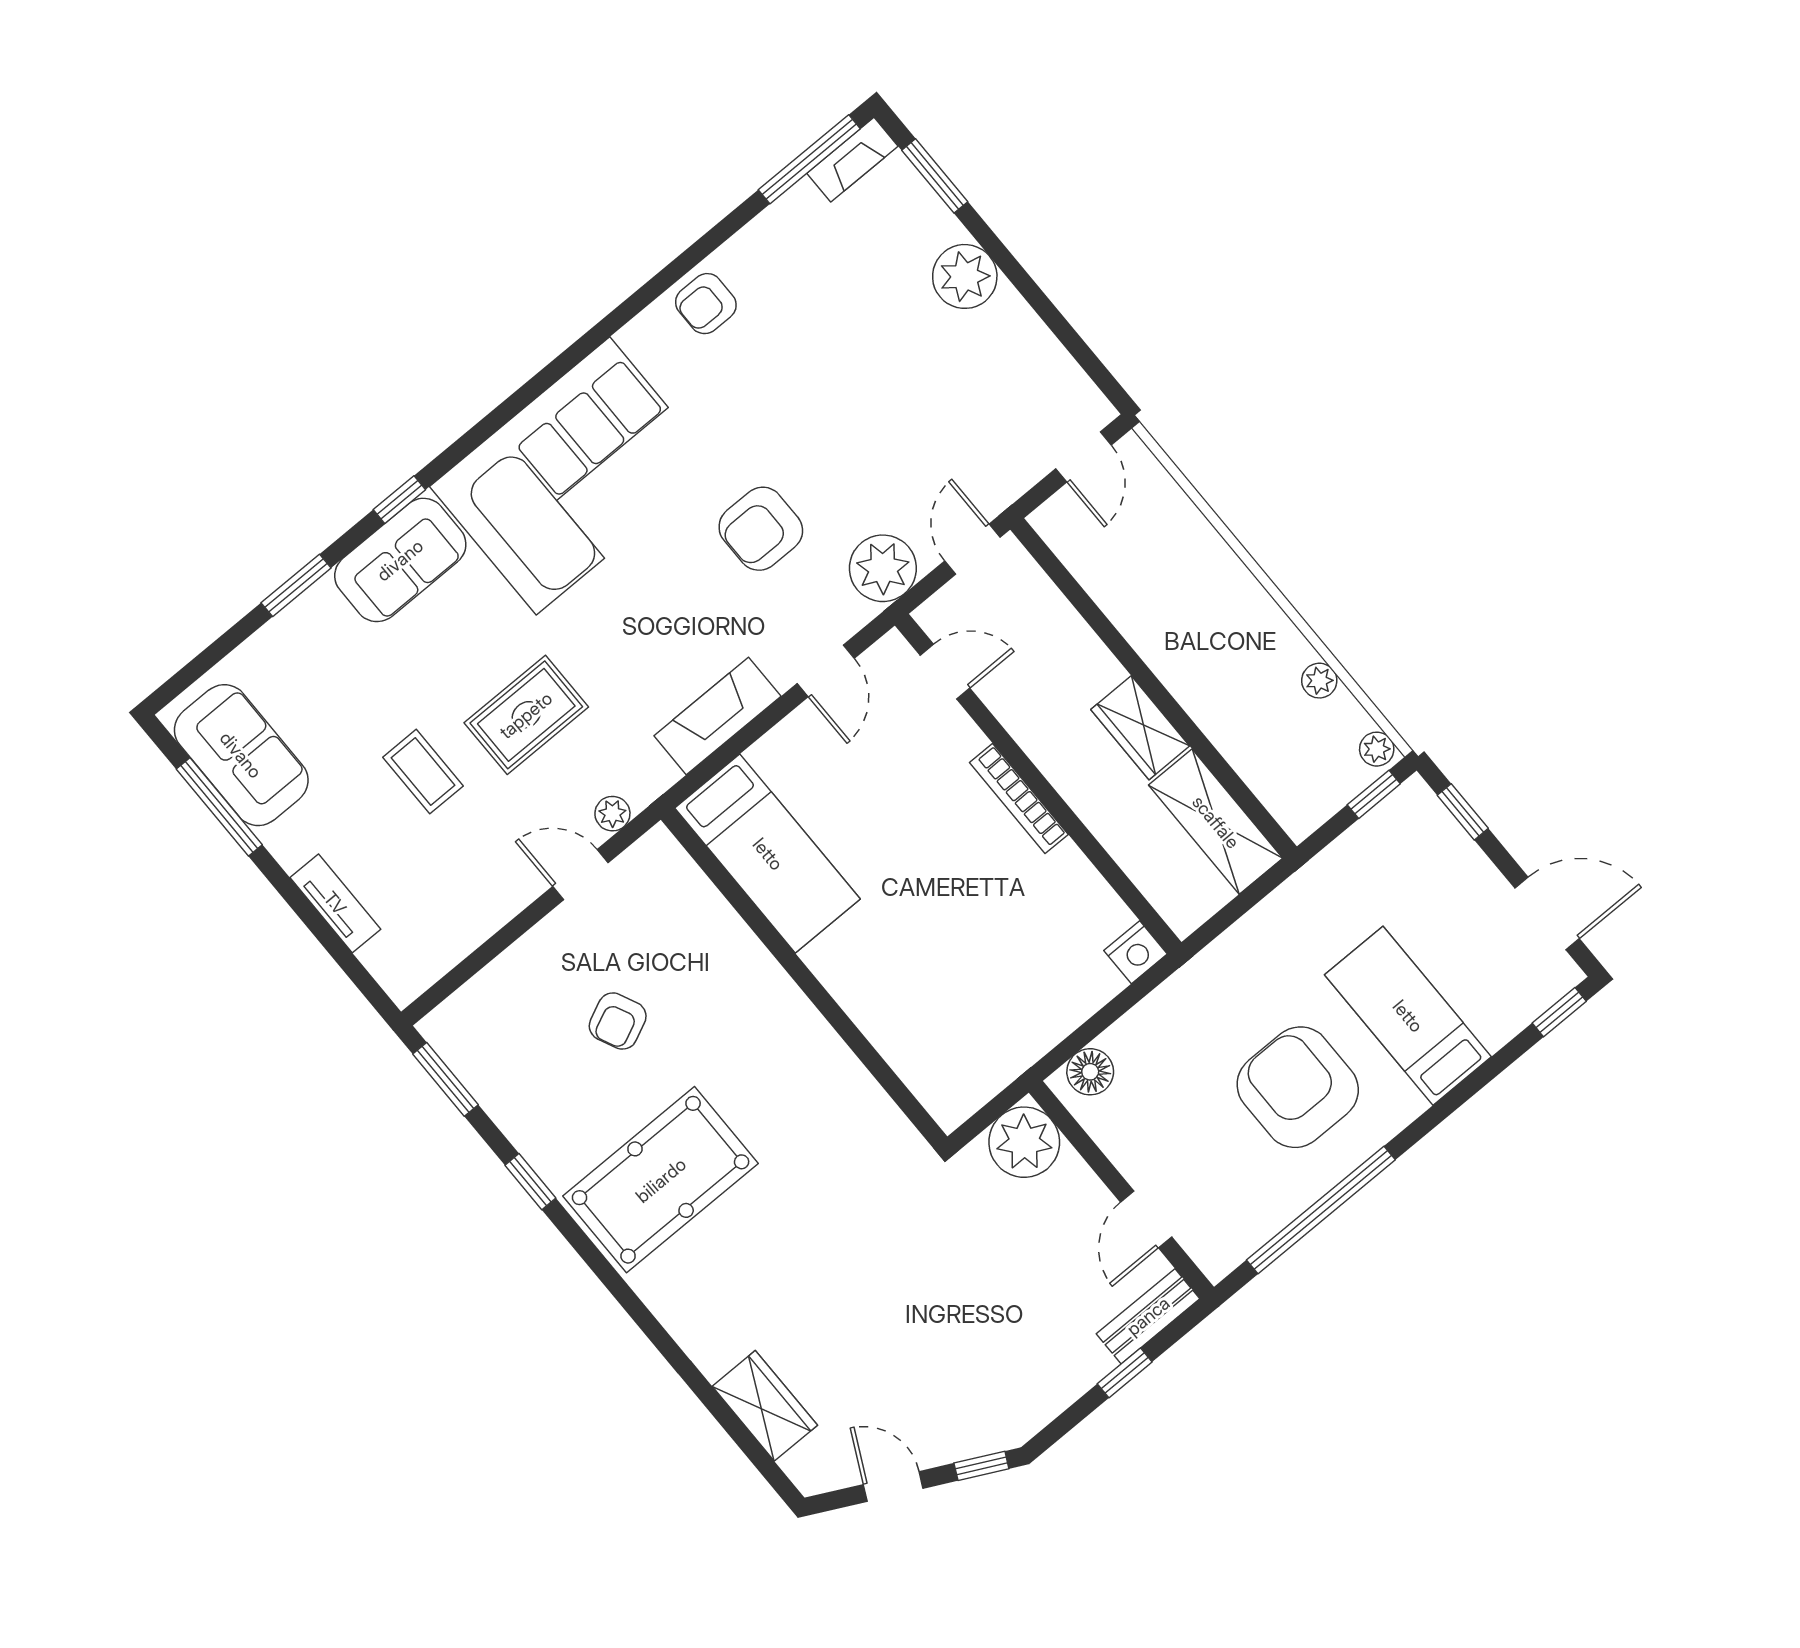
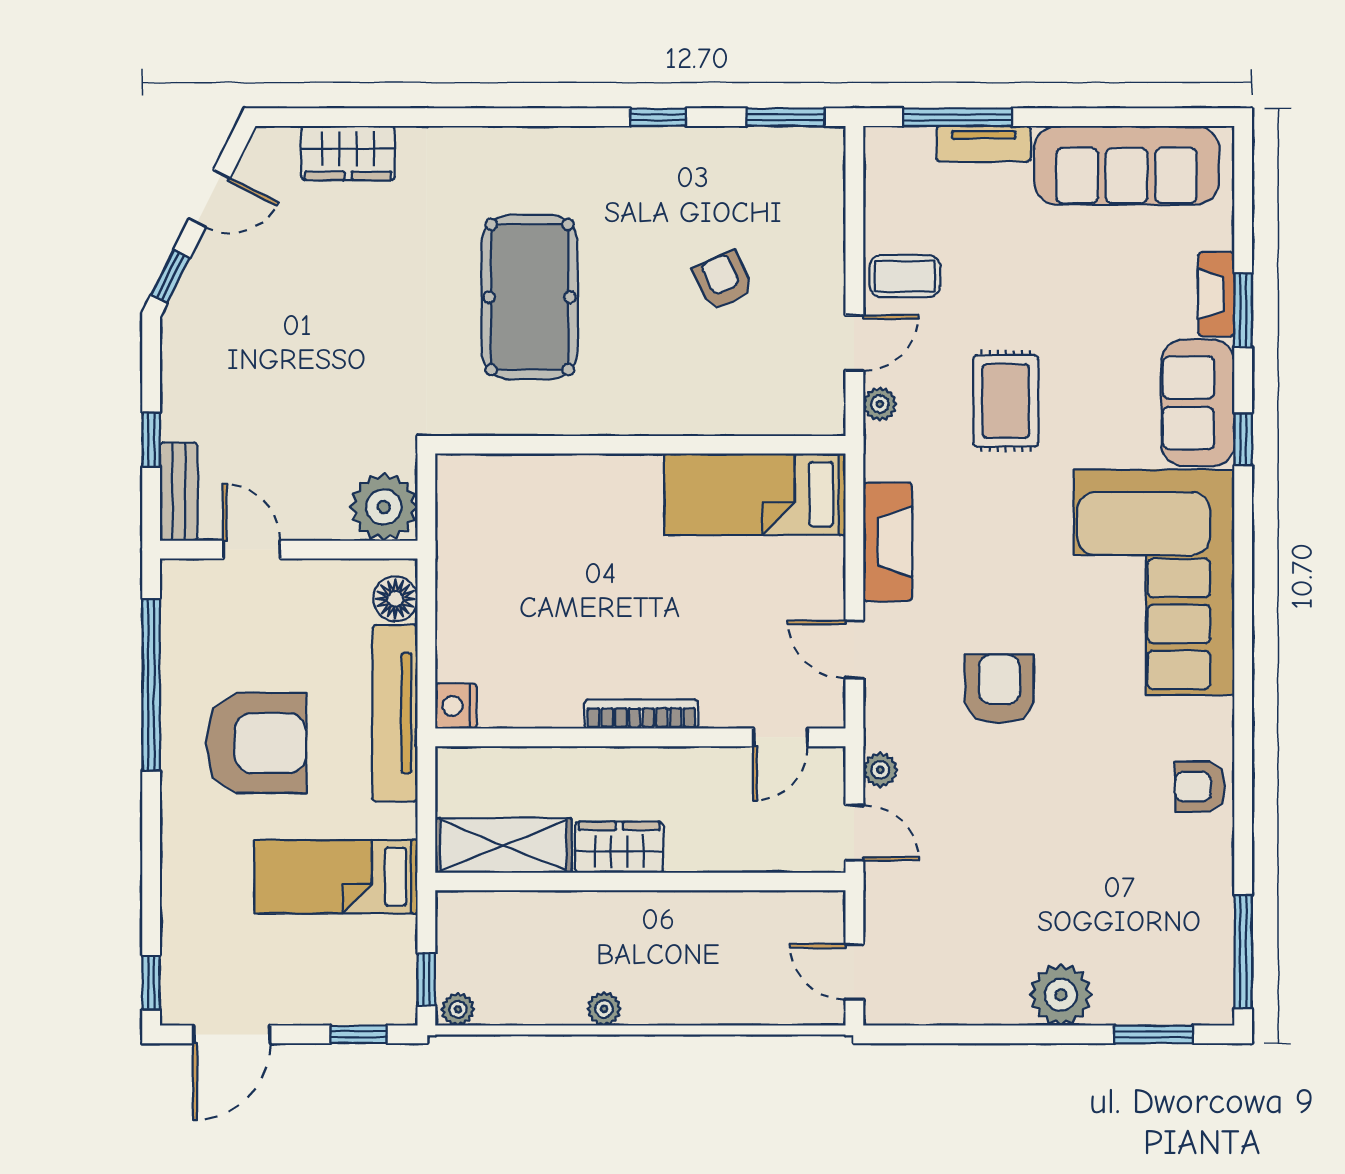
fireplace: (852, 160) -> (1216, 294), moved
armchair: (706, 304) -> (1200, 787), turned -90
plant: (883, 568) -> (880, 770), width x0.53, depth x0.53
plant: (1319, 681) -> (604, 1009), moved
sofa: (241, 755) -> (1127, 165), width x1.36
coffee table: (423, 772) -> (905, 276), moved
window: (219, 807) -> (958, 117), moved
tv unit: (1182, 996) -> (395, 713), added
bed: (1408, 1016) -> (336, 877), moved, turned 180
pool table: (661, 1180) -> (530, 297), moved

